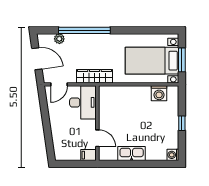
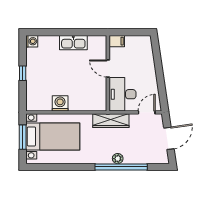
plant: (59, 39) -> (118, 159), moved
door: (37, 59) -> (169, 138), swing flipped
washing machine: (159, 93) -> (60, 103), moved
door: (97, 138) -> (108, 68), moved

